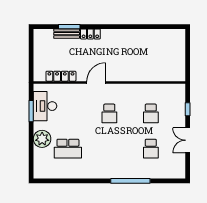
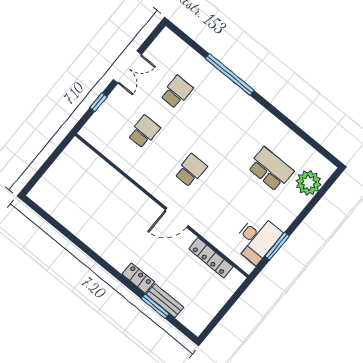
plant: (42, 139) -> (309, 183), moved

